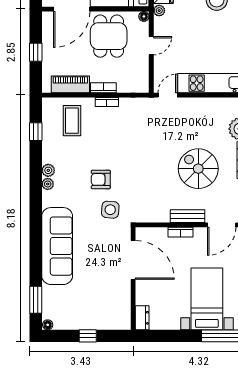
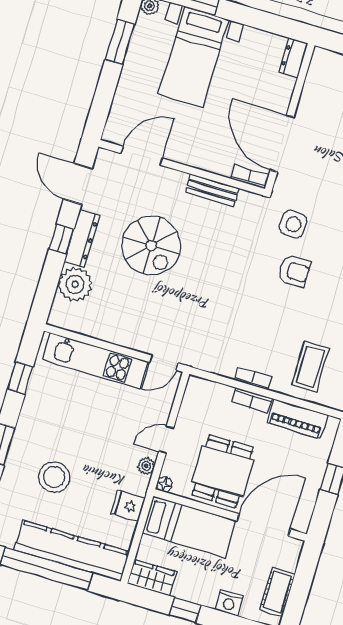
plant: (159, 11) -> (146, 466), moved
bench: (187, 216) -> (212, 190), moved
bookcase: (180, 232) -> (250, 177), moved

